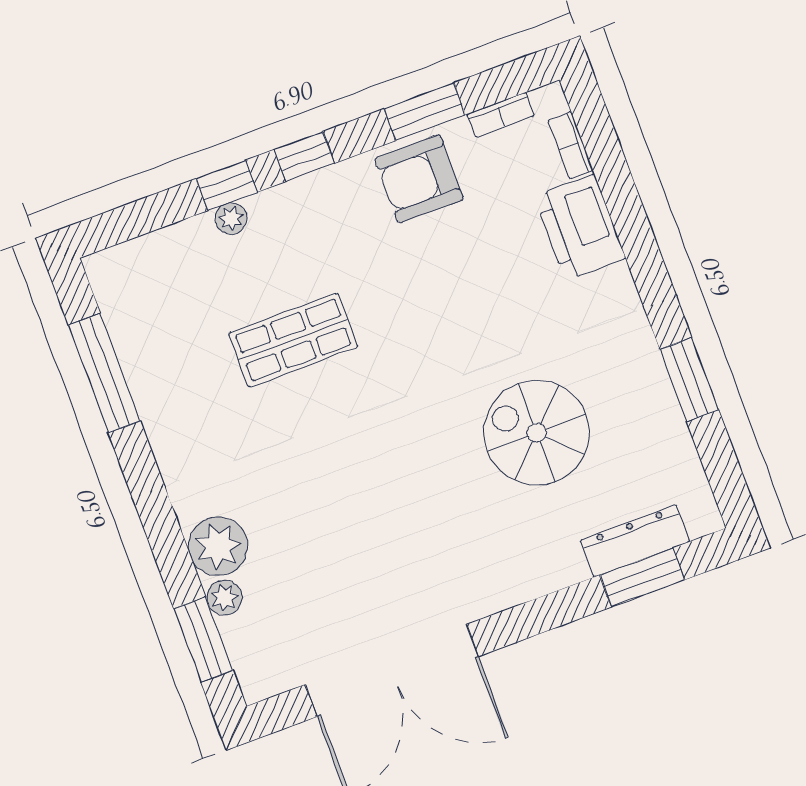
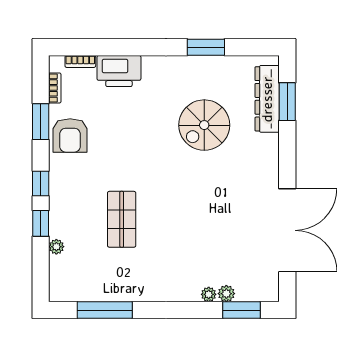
plant: (231, 218) -> (56, 247), moved
dresser: (635, 541) -> (267, 99), width x1.37, depth x1.24
plant: (218, 546) -> (209, 294), width x0.53, depth x0.53

